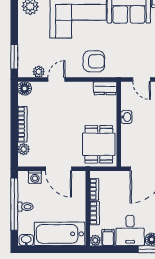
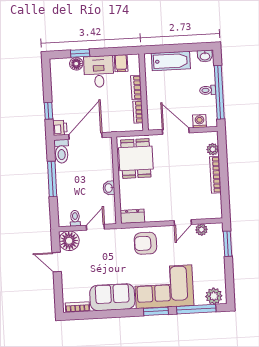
door: (142, 80) -> (95, 227), hinge flipped
floor lamp: (25, 88) -> (215, 212), removed
bathtub: (60, 234) -> (171, 61), width x0.73, depth x0.73
plant: (95, 240) -> (134, 60), removed

